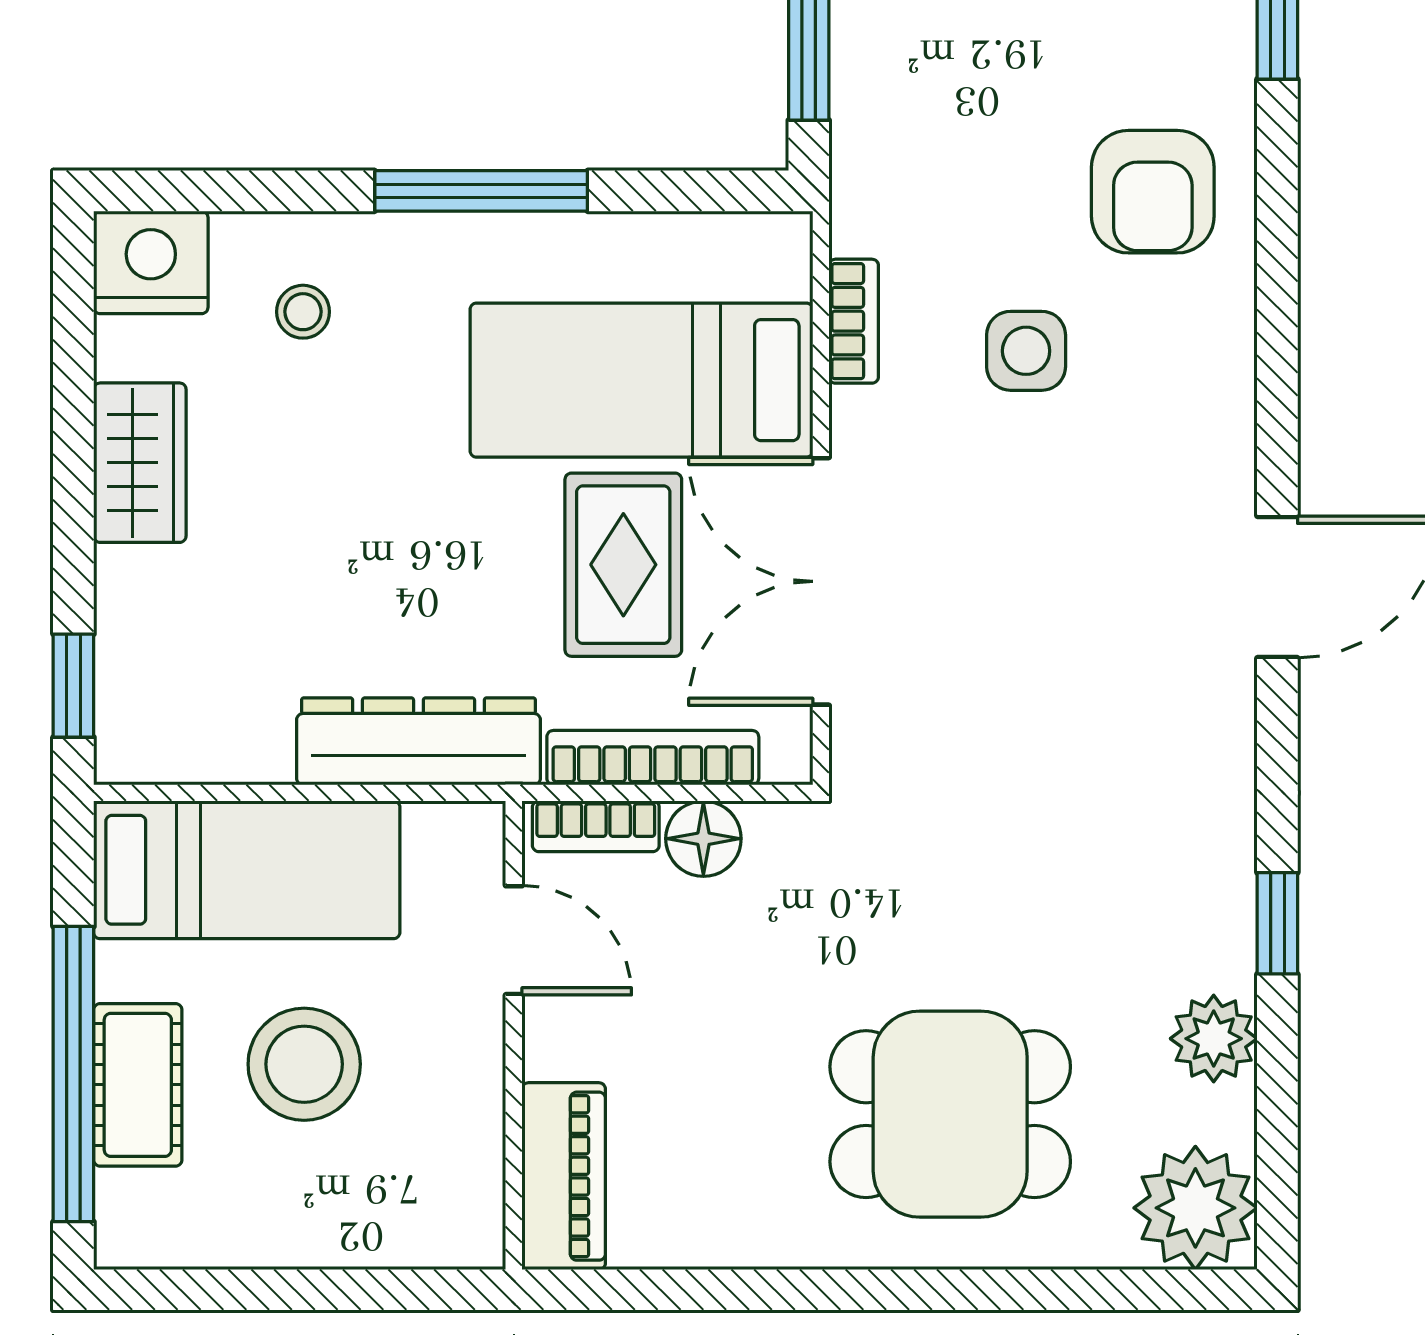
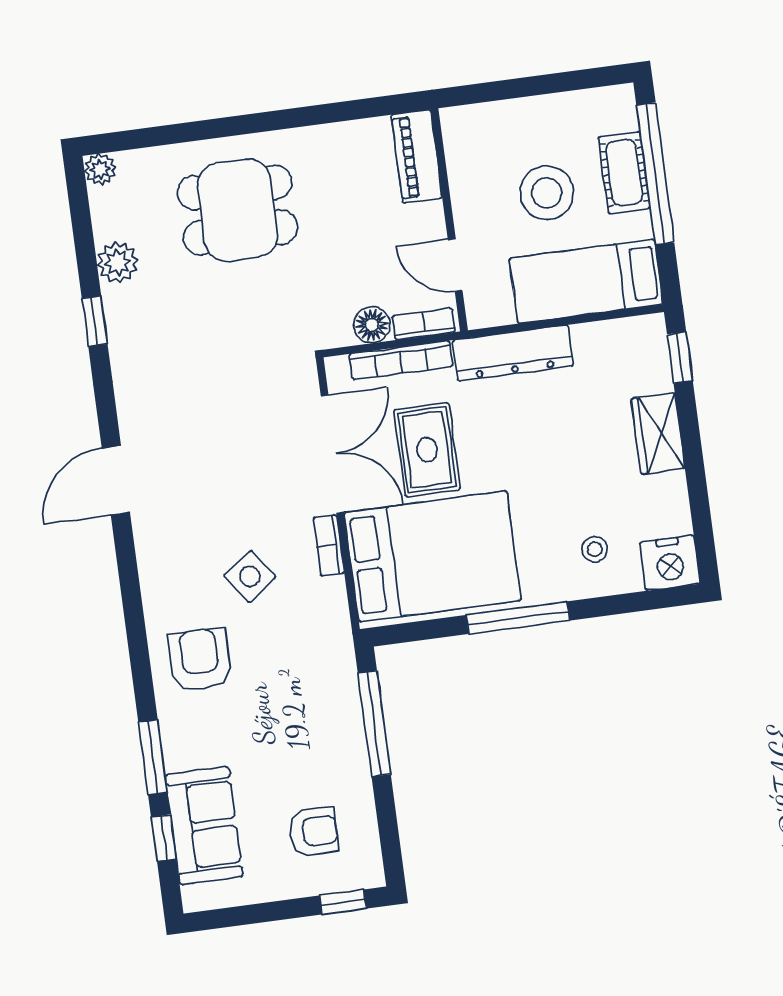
bookcase: (854, 321) -> (329, 545), moved
side table: (1026, 351) -> (250, 576), turned -36
bed: (641, 380) -> (433, 556), width x1.50
wardrobe: (140, 463) -> (658, 434), moved
plant: (1195, 1208) -> (100, 169), width x0.53, depth x0.53

